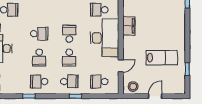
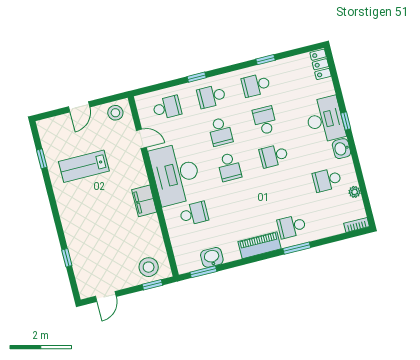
school desk: (69, 58) -> (220, 132), turned 180
door: (121, 66) -> (141, 139), swing flipped
school desk: (39, 82) -> (256, 85), turned 180

